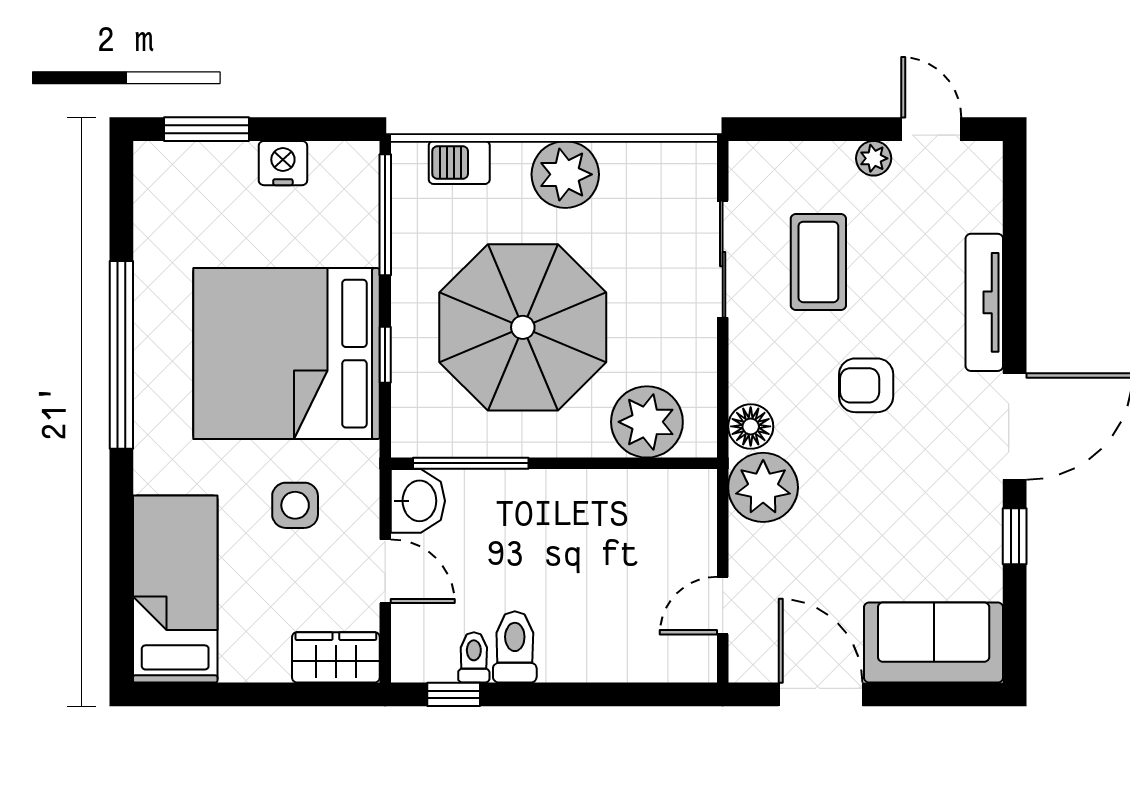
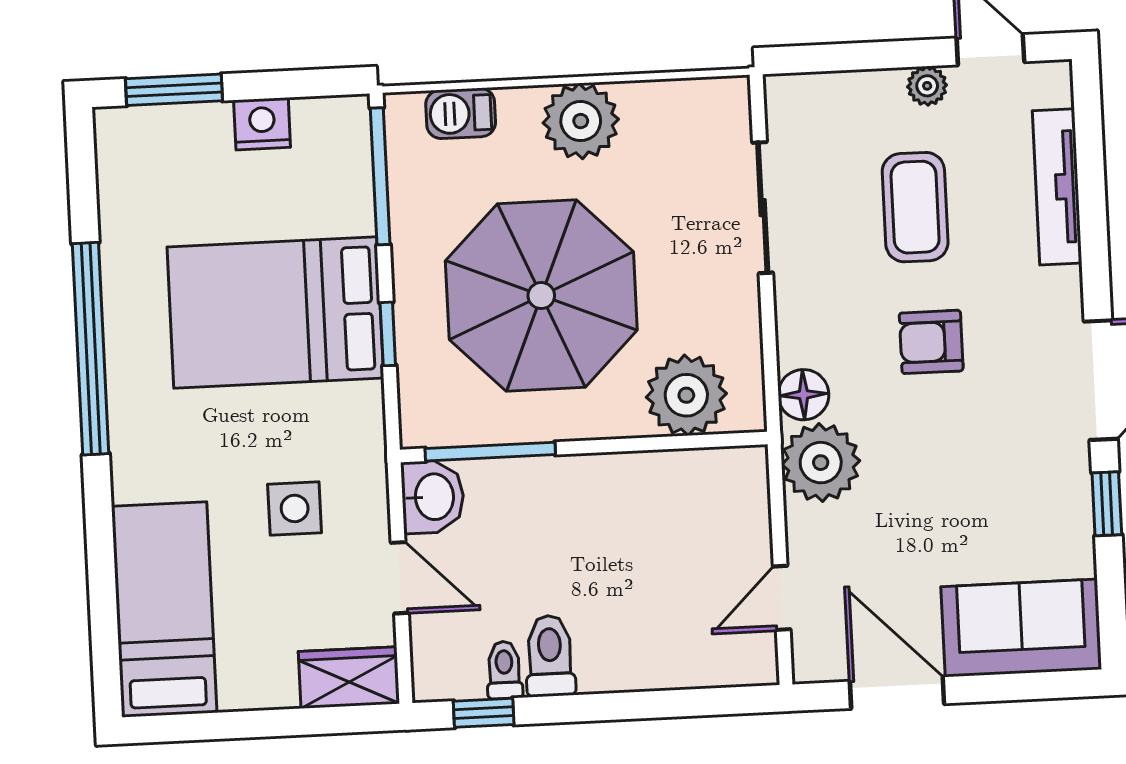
coffee table: (818, 262) -> (915, 207), moved
tv unit: (984, 302) -> (1057, 187), moved
bed: (286, 354) -> (275, 312), width x0.73

